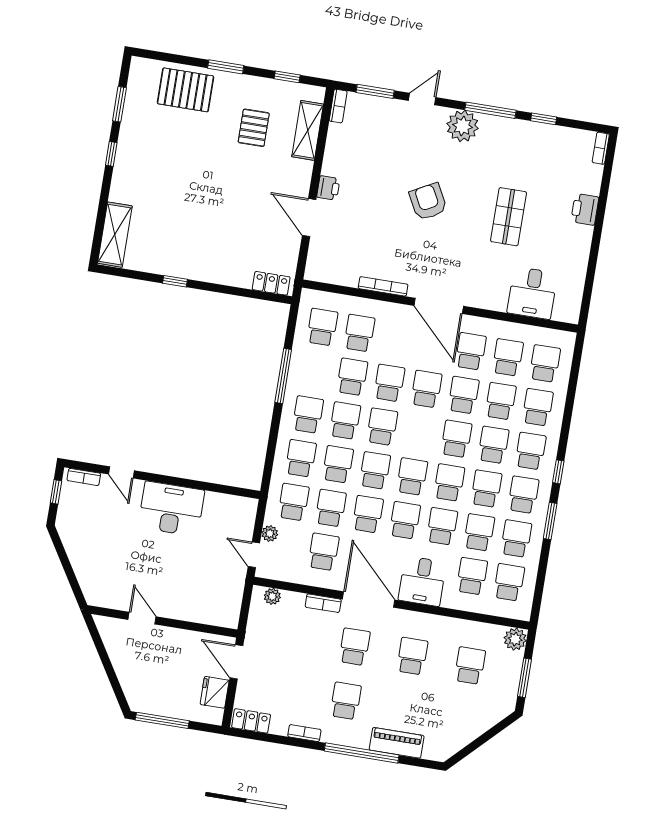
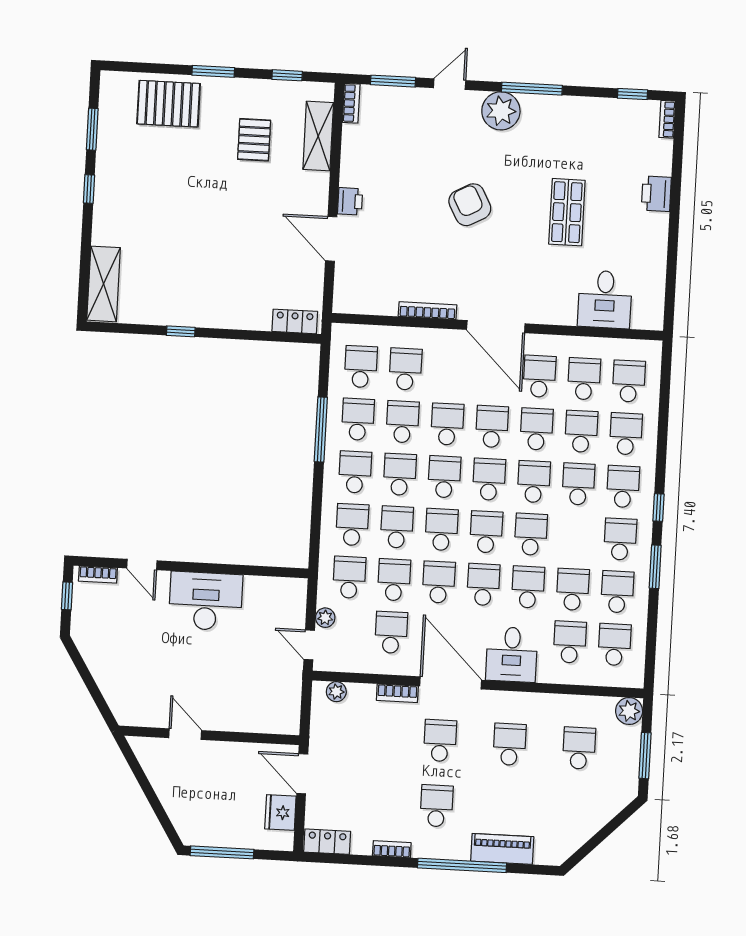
window: (544, 119) -> (632, 94), moved
school desk: (315, 371) -> (358, 419), added
school desk: (486, 489) -> (489, 479), moved

